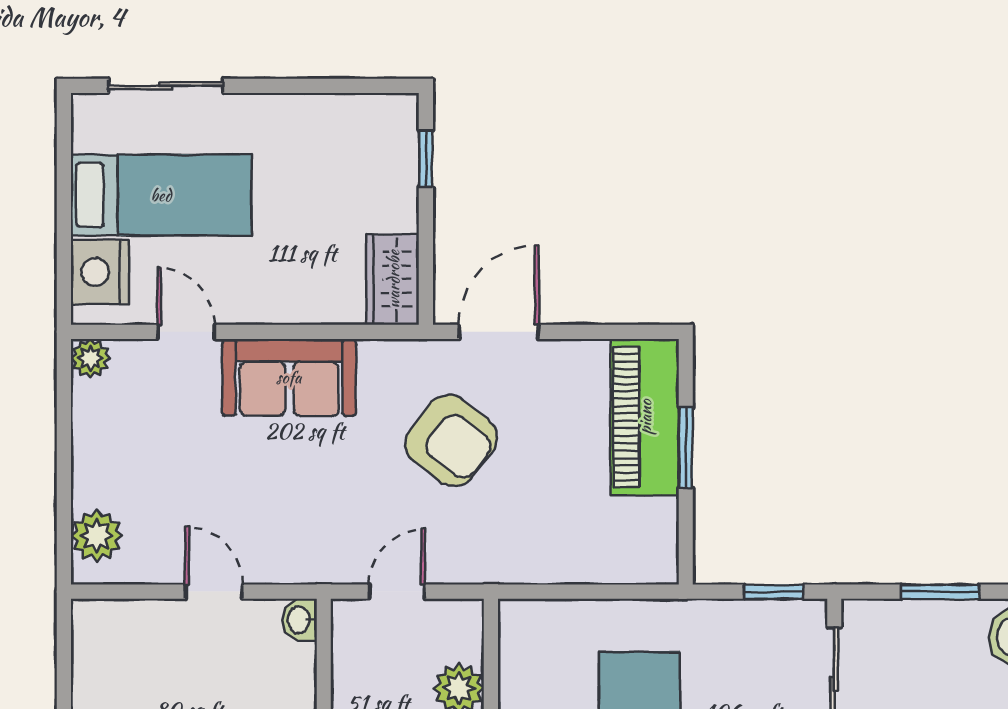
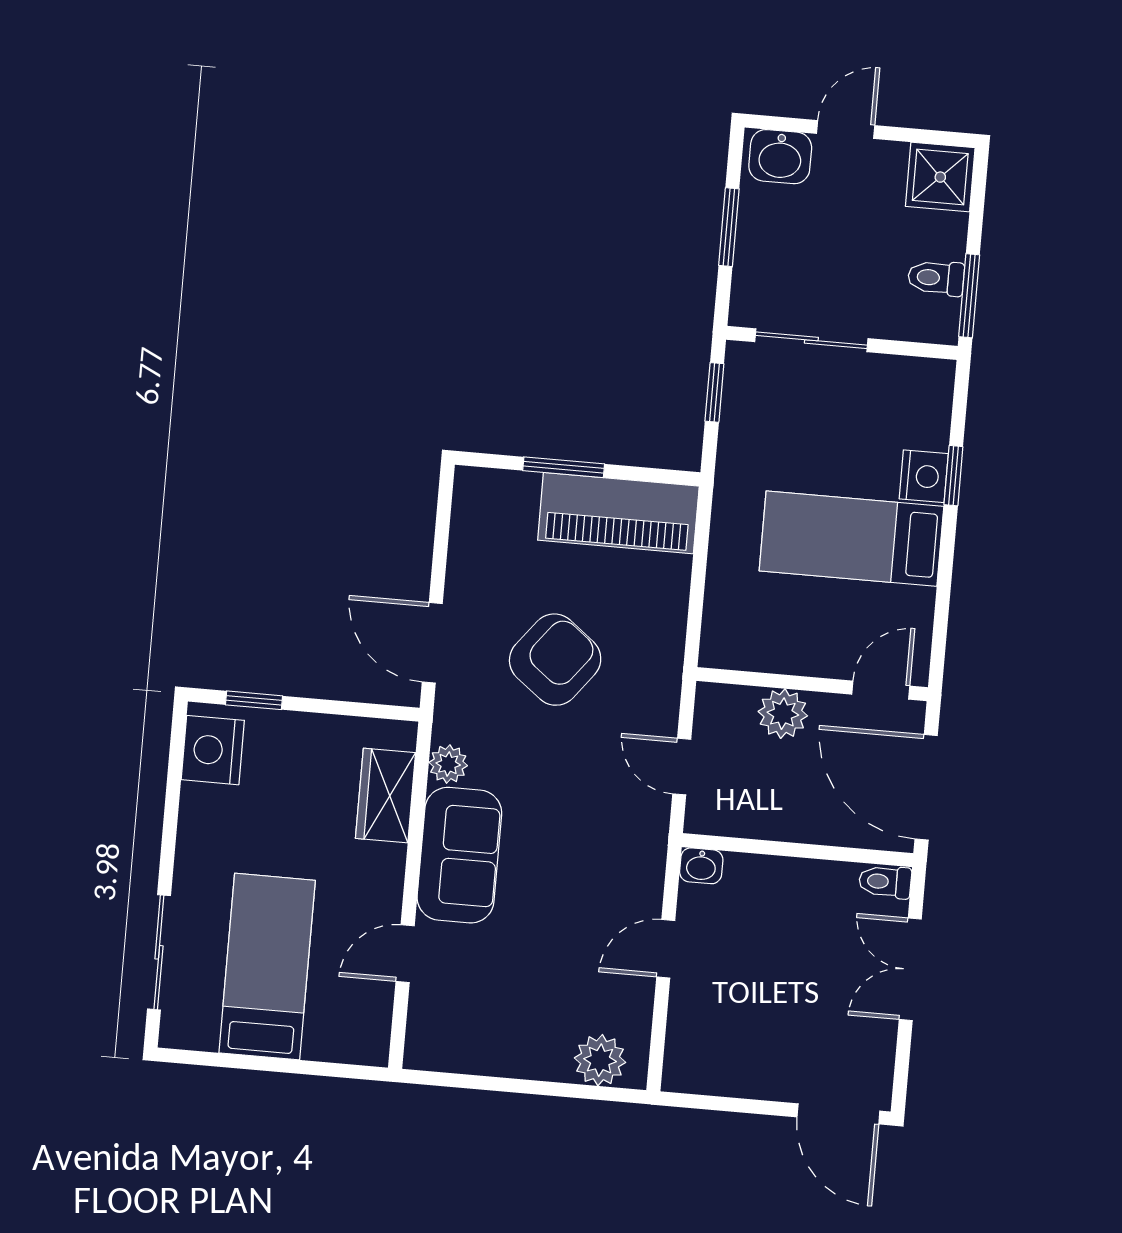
nightstand: (100, 272) -> (213, 750), moved, turned 90
wardrobe: (393, 279) -> (386, 796), moved, turned 90
plant: (90, 358) -> (448, 764), moved
piano: (645, 417) -> (618, 513), moved
armchair: (451, 440) -> (555, 660), moved

